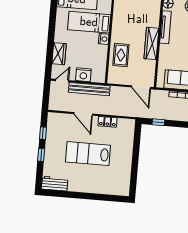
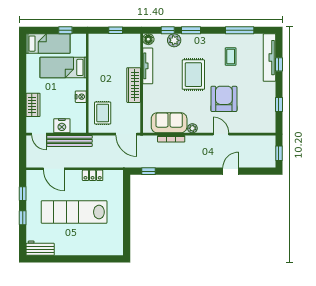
nightstand: (104, 39) -> (81, 97), moved
rug: (121, 55) -> (103, 113), moved
door: (62, 81) -> (39, 134), swing flipped
door: (83, 114) -> (54, 169), moved
lab bench: (88, 154) -> (74, 212), width x1.36

